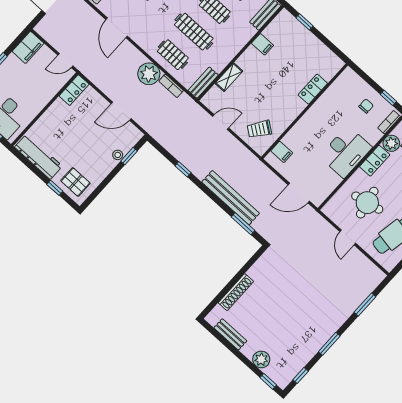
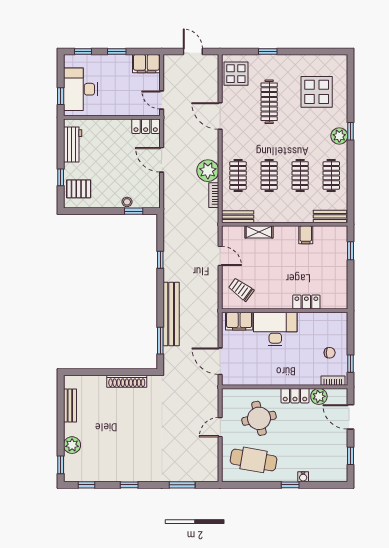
door: (117, 28) -> (220, 116), hinge flipped
clothes rail: (194, 32) -> (269, 176), width x0.73
door: (121, 111) -> (162, 160), moved
filing cabinet: (282, 152) -> (239, 321), width x2.00
desk: (346, 152) -> (275, 329), moved, turned 180
workbench: (38, 157) -> (73, 144), width x0.73
pallet: (75, 182) -> (79, 189), turned 90
shoe rack: (236, 292) -> (127, 381), moved
window: (329, 344) -> (129, 485), width x0.67

